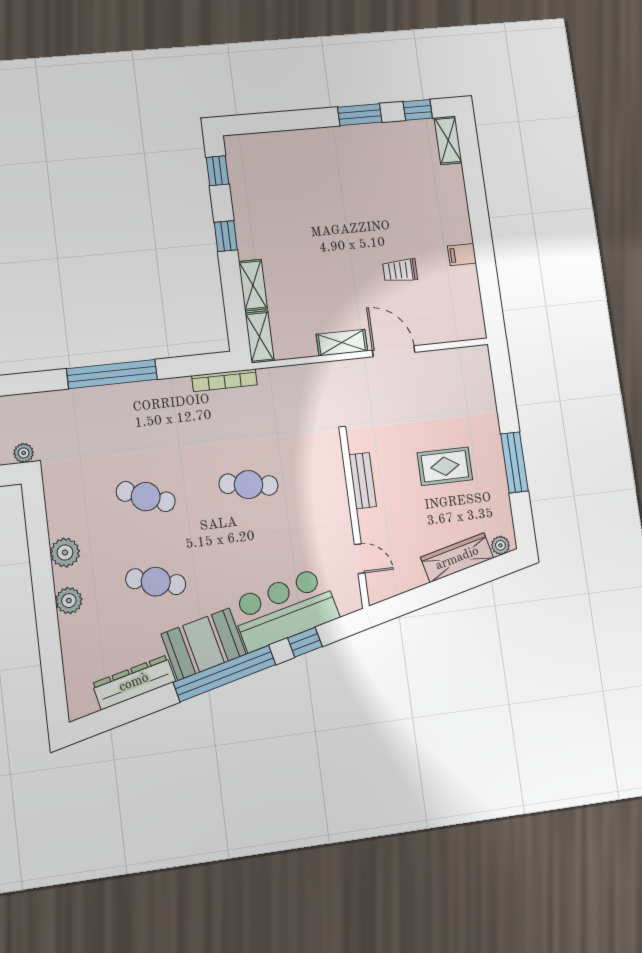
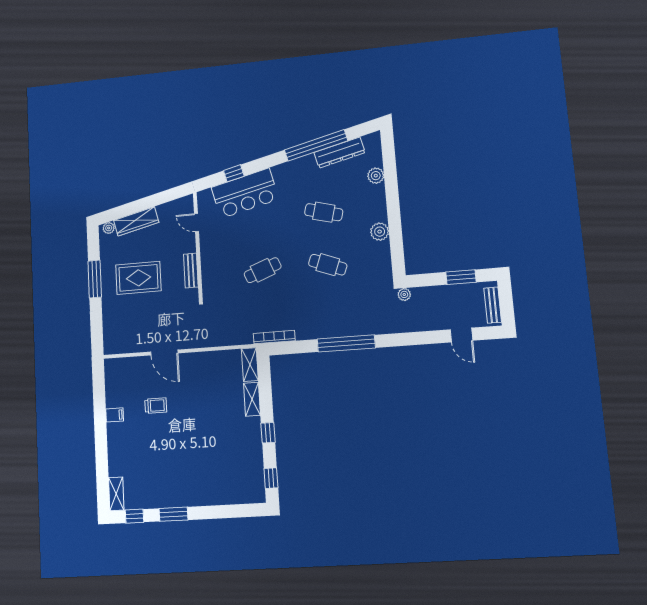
shelving: (342, 343) -> (197, 359), removed
rug: (445, 466) -> (138, 278), width x1.36, depth x1.43
cafe table: (249, 485) -> (263, 270), turned -30
plant: (69, 601) -> (376, 176), moved
booth: (204, 644) -> (296, 174), removed
window: (225, 673) -> (316, 145), moved

